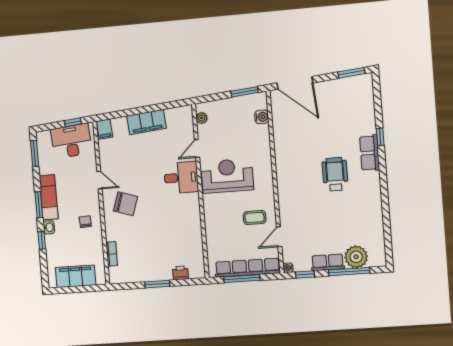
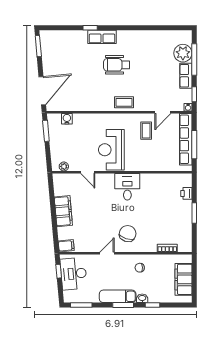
desk: (181, 178) -> (127, 187), moved
coffee table: (288, 187) -> (124, 102), added
door: (279, 237) -> (163, 112), hinge flipped

